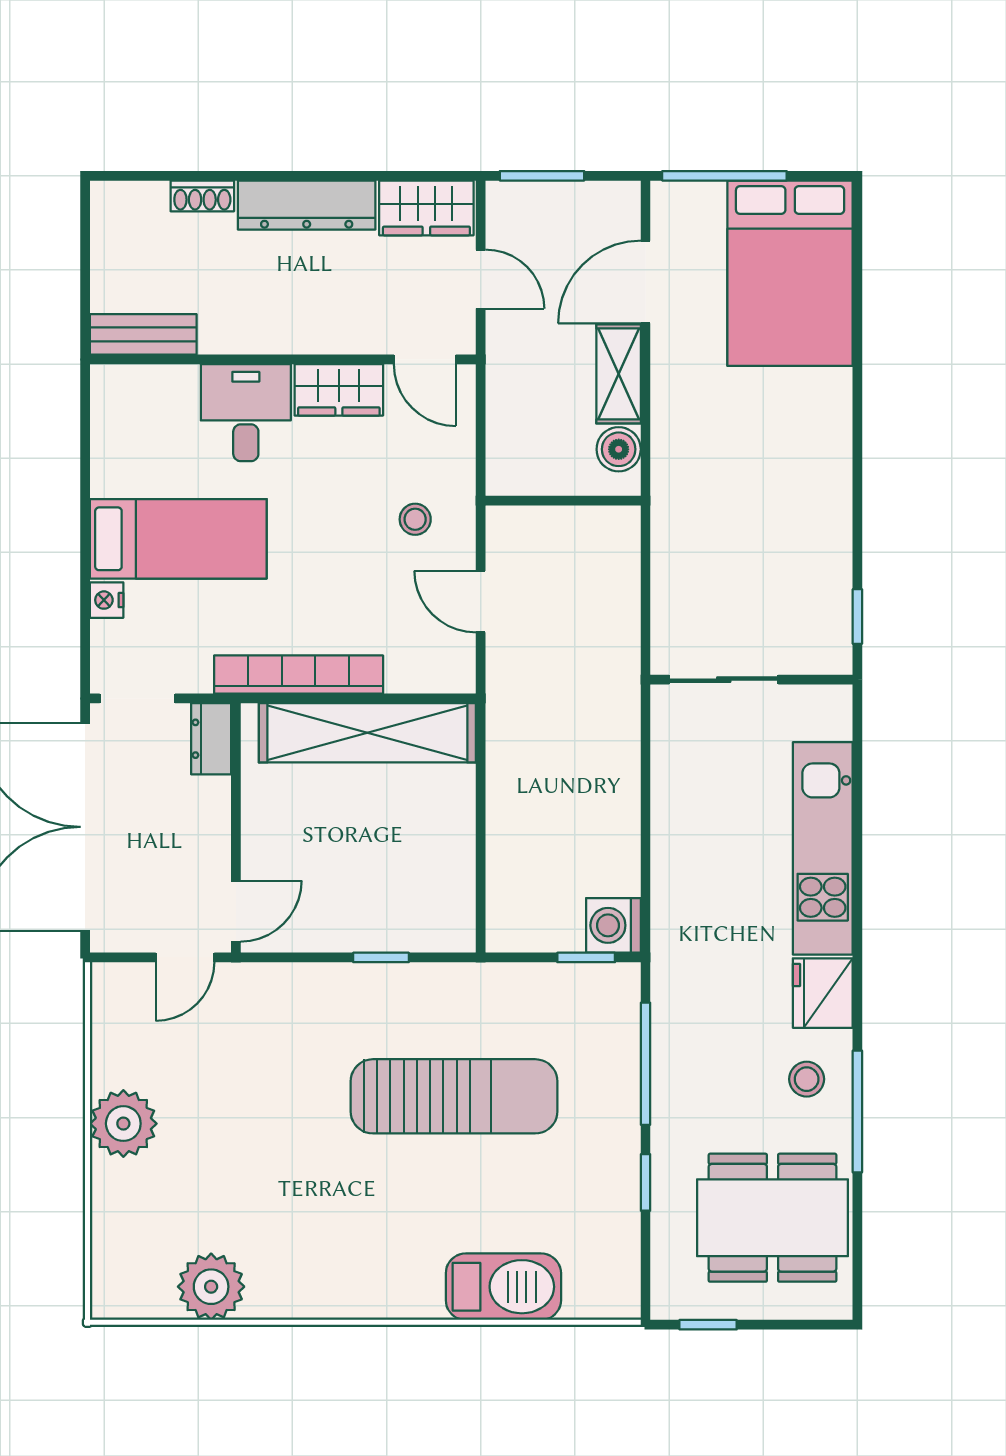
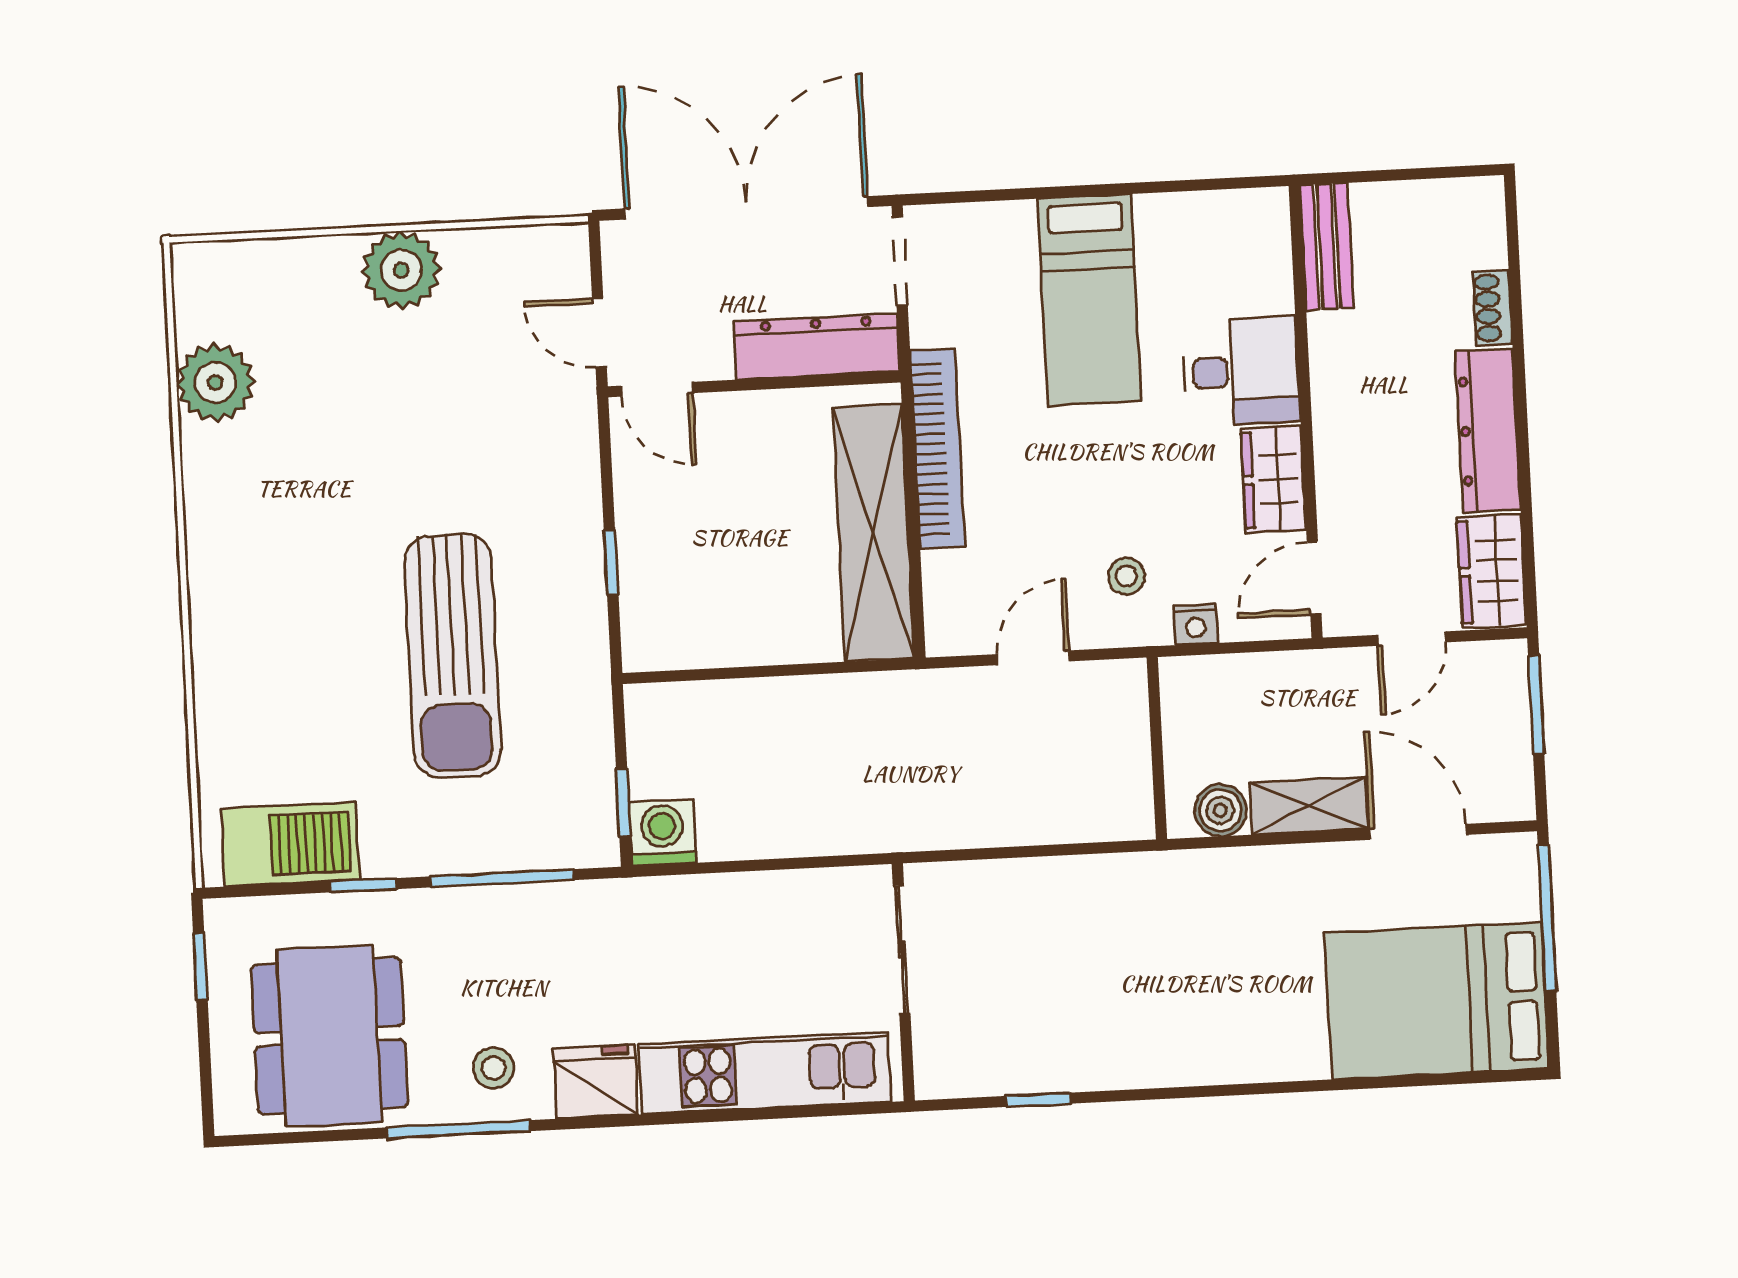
nightstand: (107, 600) -> (1196, 624), moved, turned 180
sliding door: (724, 680) -> (902, 950), moved
wall: (751, 680) -> (903, 982), moved
dresser: (211, 739) -> (817, 346), width x1.96, depth x1.24
barbecue: (503, 1287) -> (290, 844), moved, turned -90

